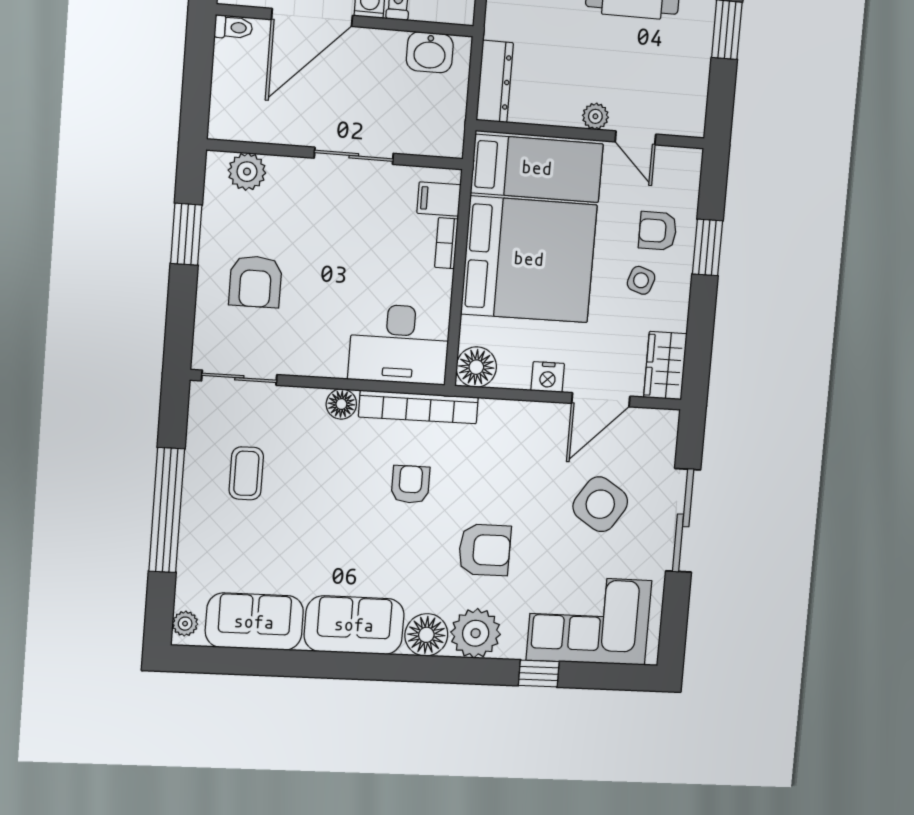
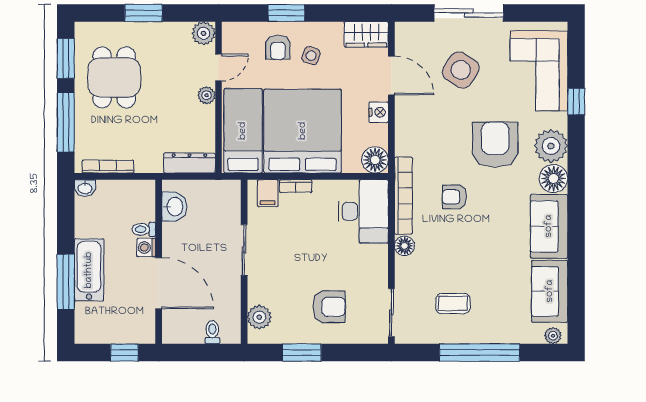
toilet: (233, 27) -> (212, 332), moved
plant: (689, 119) -> (203, 33), added
armchair: (485, 550) -> (495, 145), width x1.36, depth x1.36

